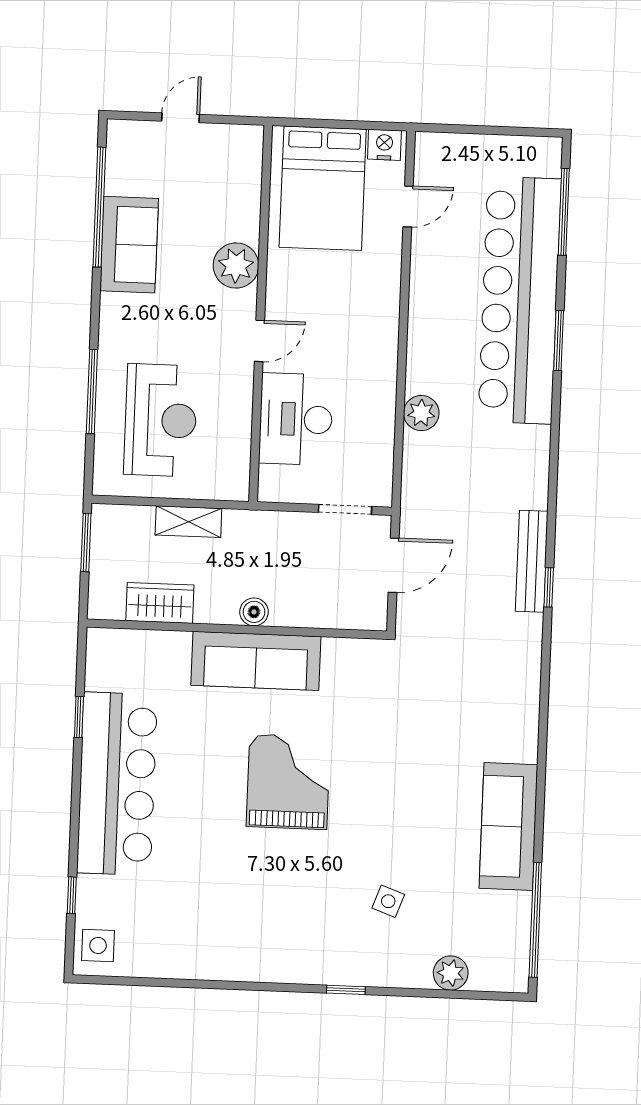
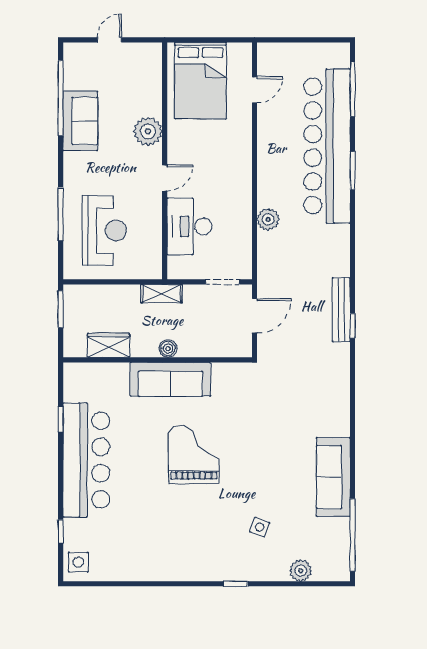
nightstand: (384, 145) -> (238, 52), removed
shelving: (188, 522) -> (162, 294), moved

